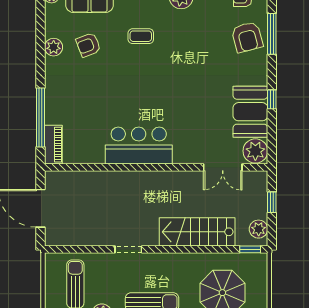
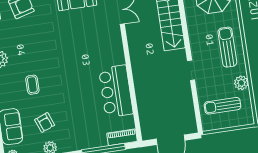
bar counter: (139, 146) -> (116, 91), moved

